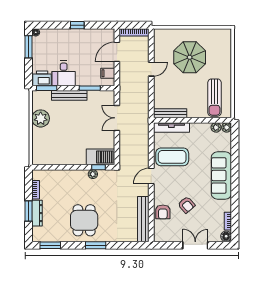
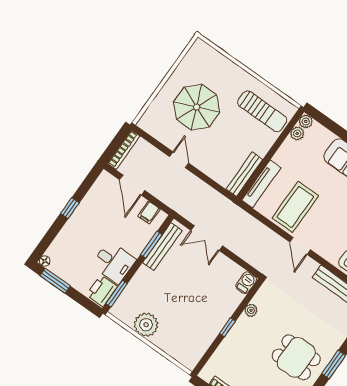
bench: (69, 95) -> (162, 247), moved
barbecue: (100, 157) -> (246, 283), width x0.53, depth x0.65
window: (98, 167) -> (227, 327), moved

